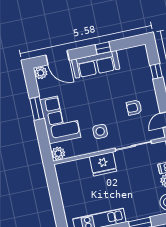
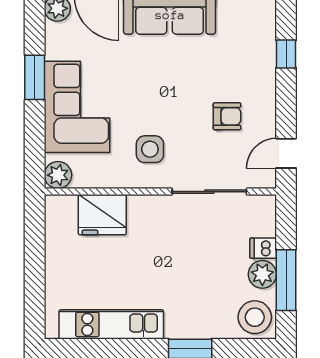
armchair: (134, 108) -> (227, 116), turned 180
fridge: (103, 164) -> (102, 215), moved

